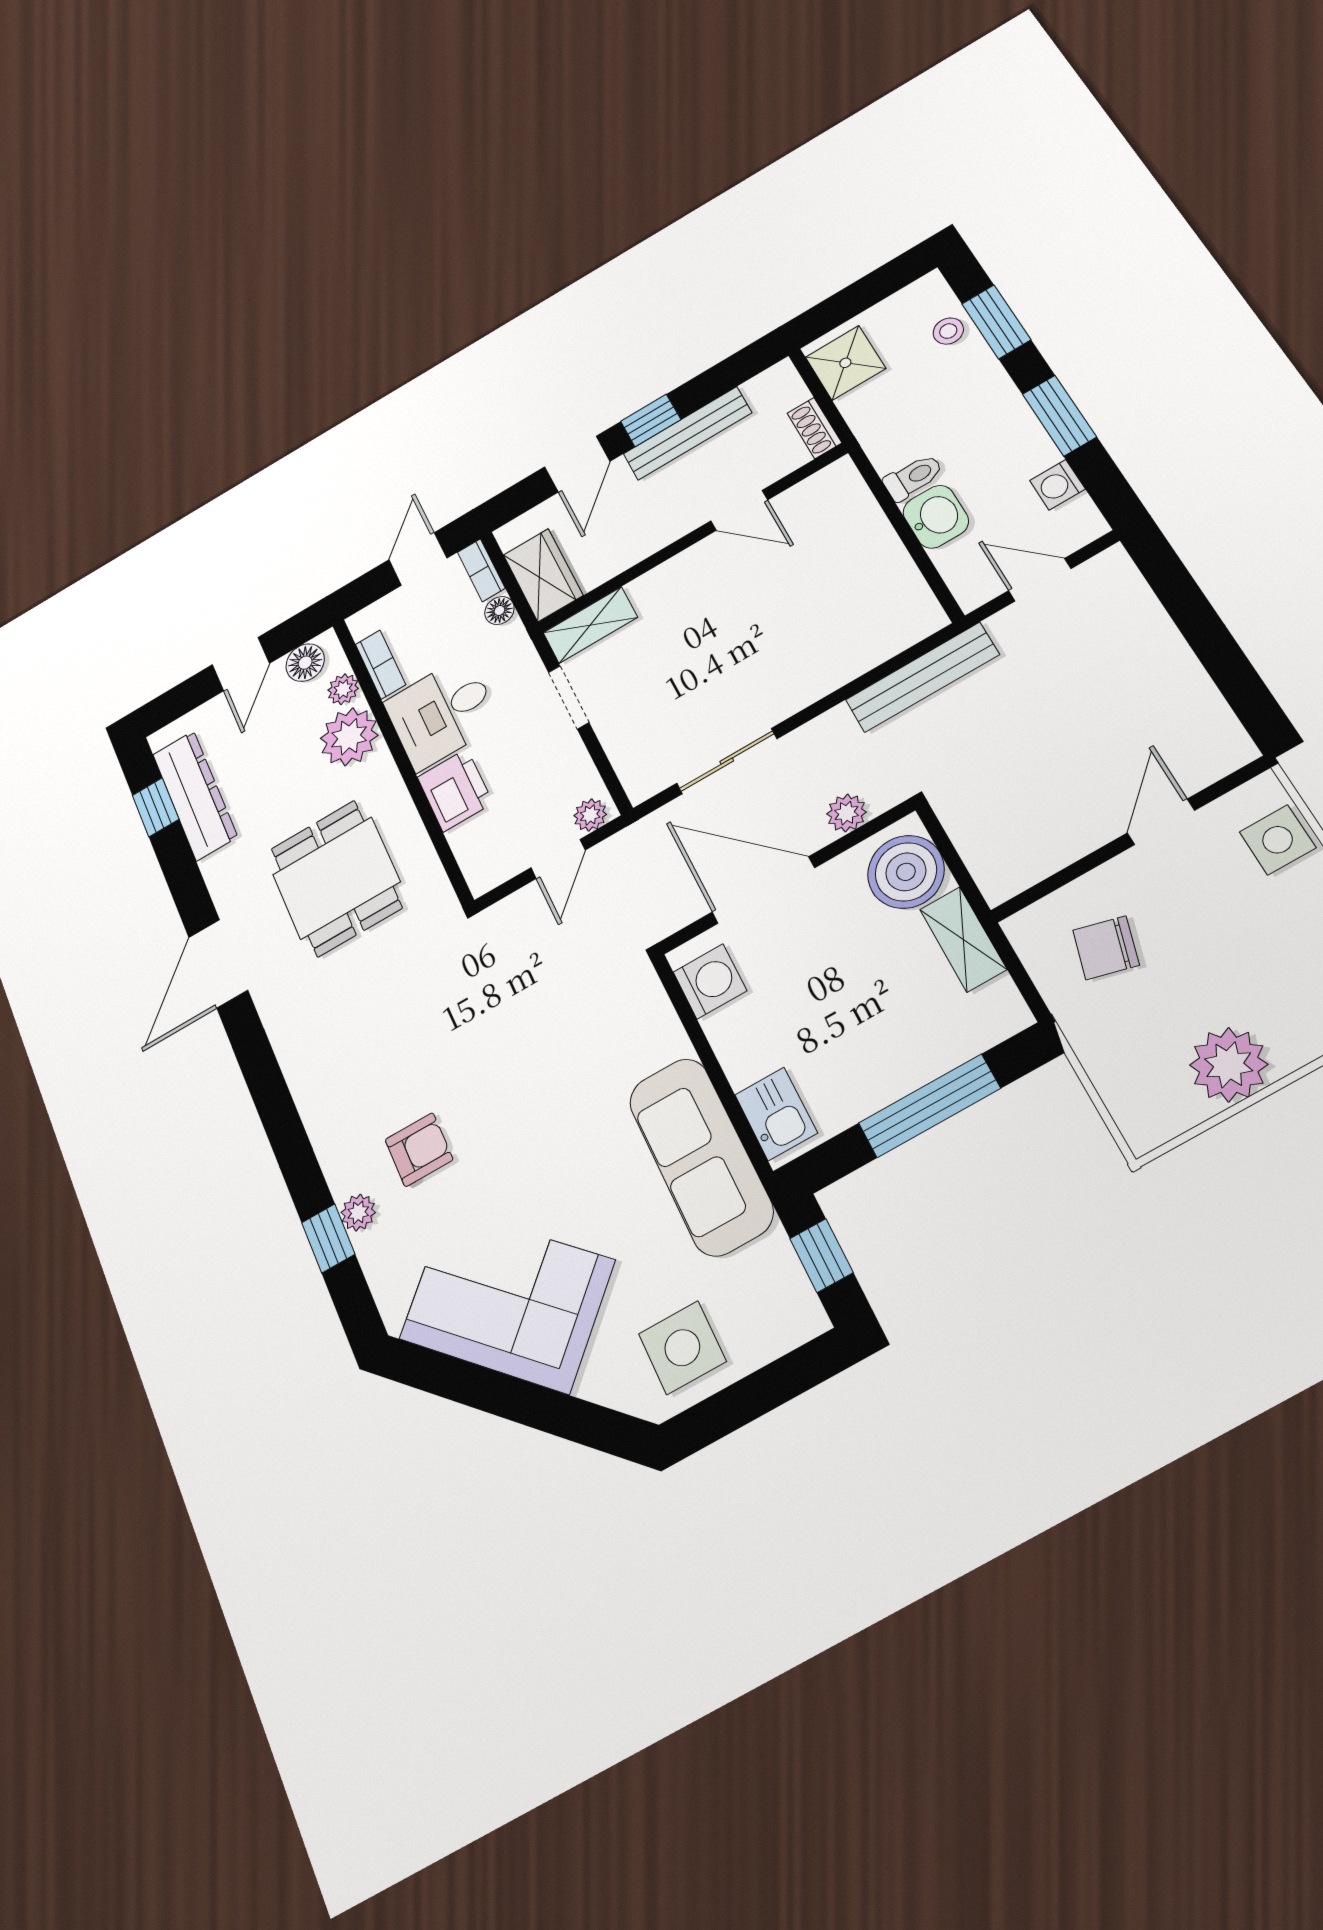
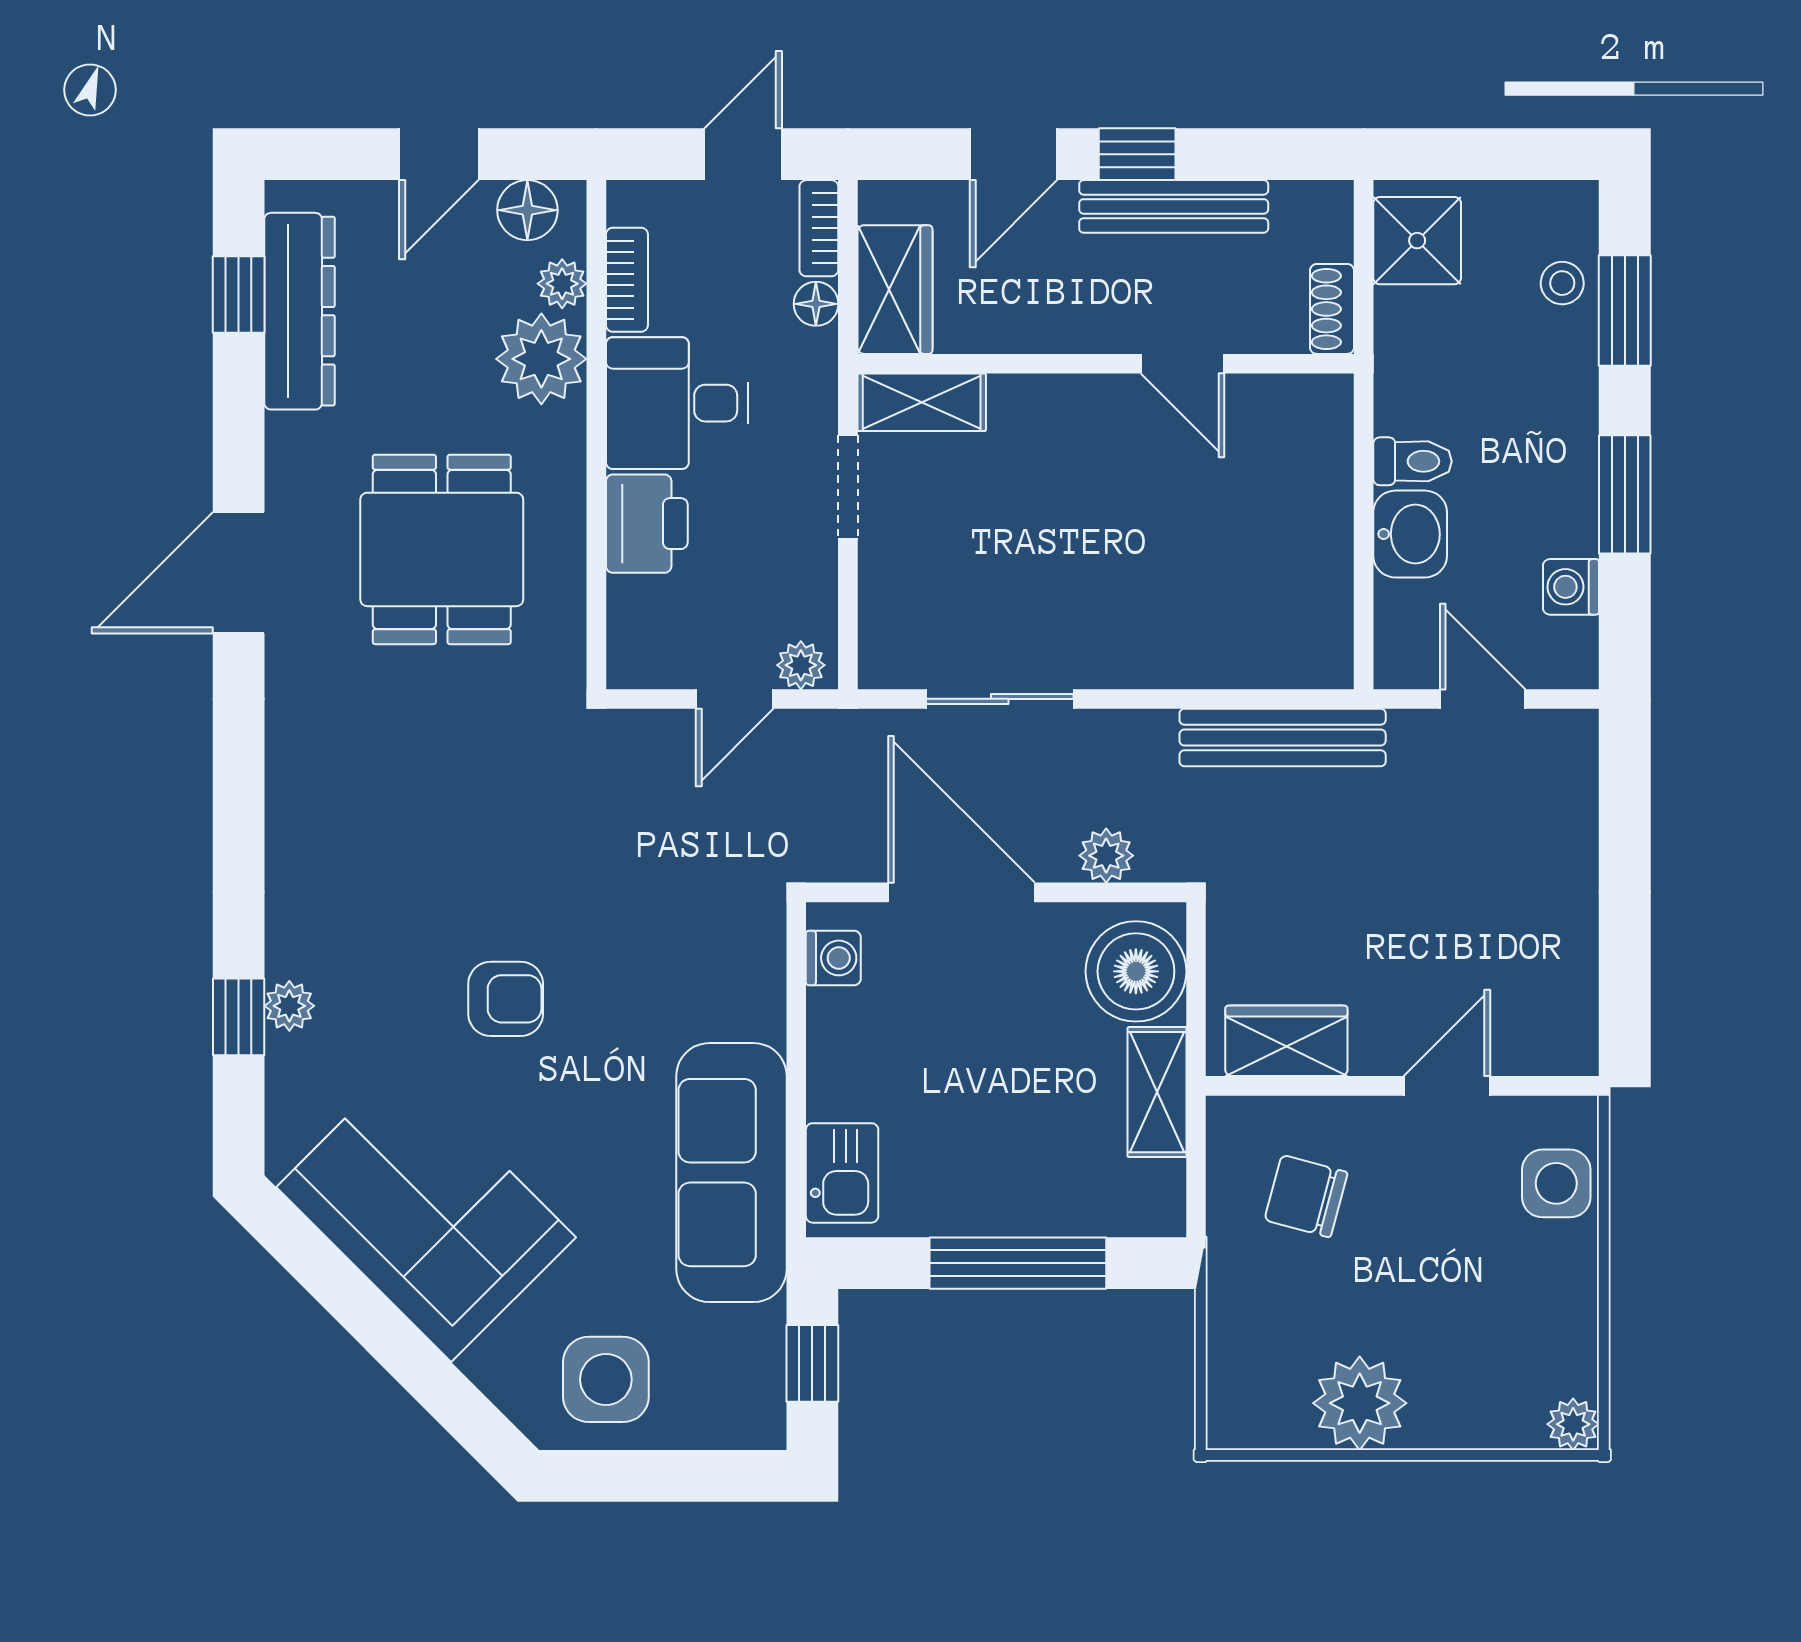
wardrobe: (1033, 857) -> (1286, 1041), added
washing machine: (710, 981) -> (833, 958), width x0.73, depth x0.73
armchair: (419, 1150) -> (506, 999), moved

